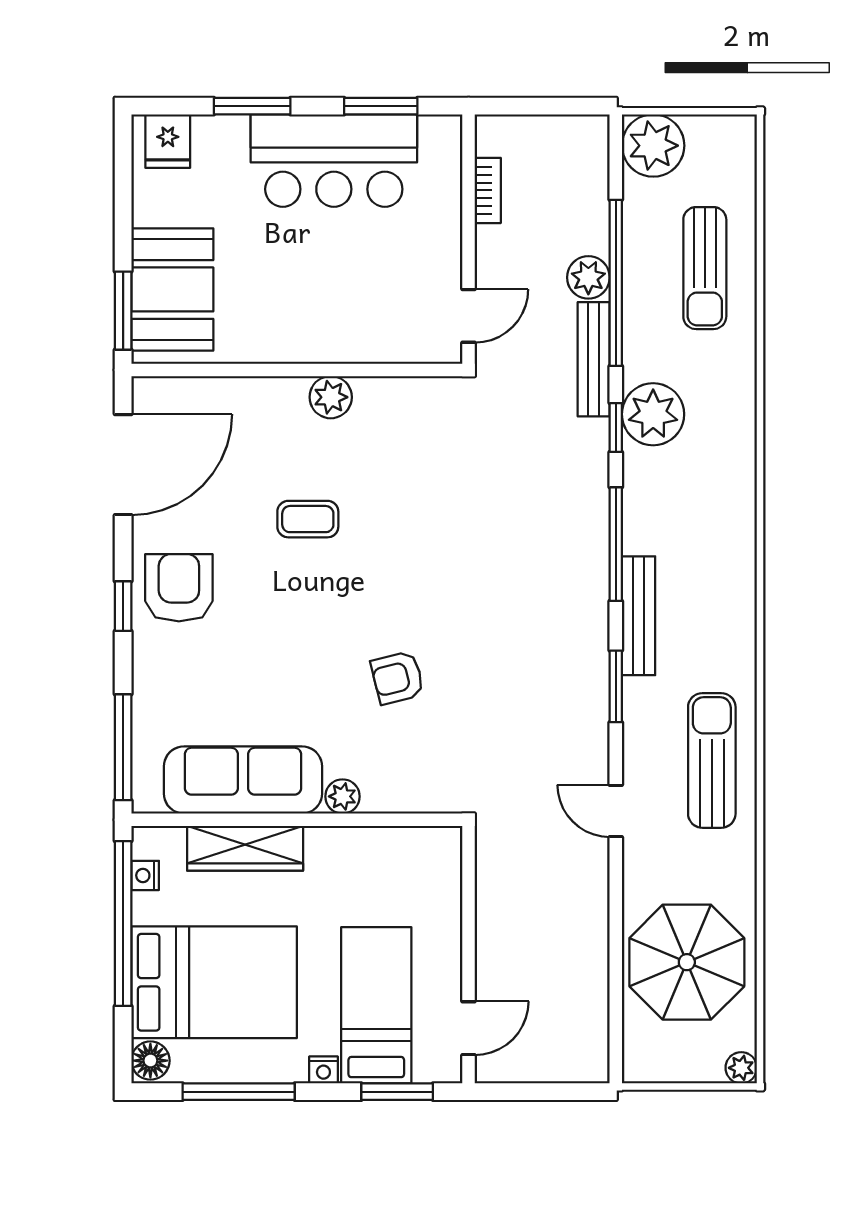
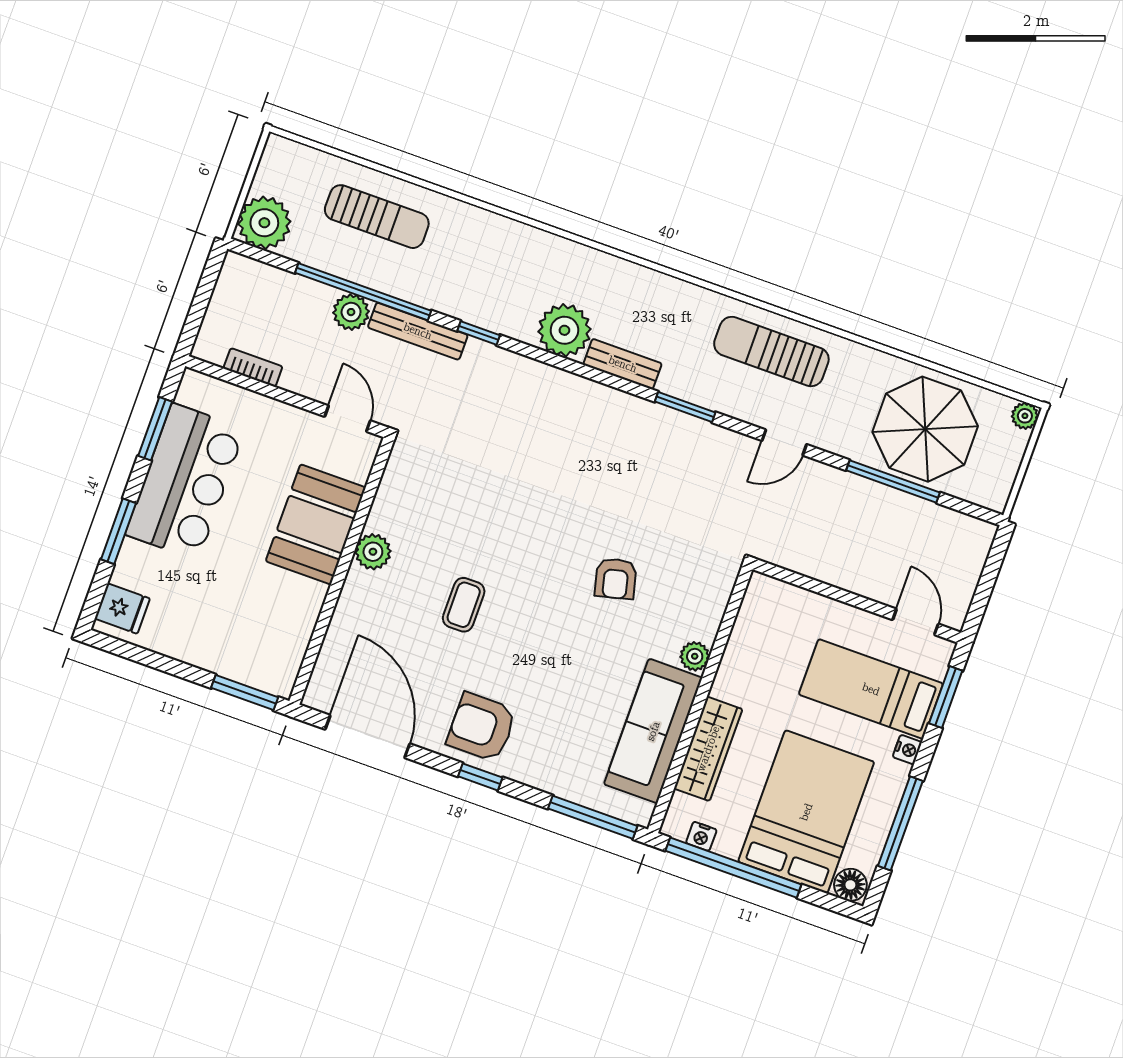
booth: (172, 289) -> (316, 524), moved, turned 90
plant: (653, 414) -> (564, 330), moved
window: (616, 544) -> (893, 481), moved
bench: (639, 616) -> (623, 364), width x0.73

